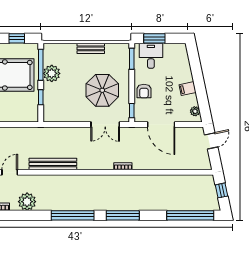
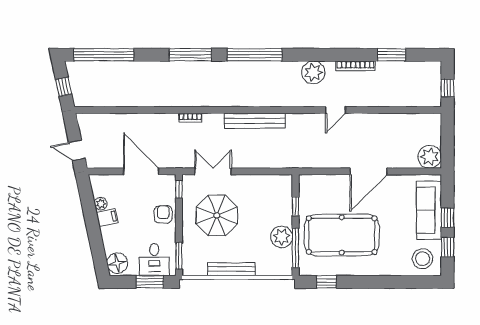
bench: (91, 48) -> (231, 269), width x1.36
floor lamp: (180, 53) -> (117, 263), added
plant: (195, 111) -> (101, 204), moved
door: (211, 141) -> (77, 150), hinge flipped
bench: (53, 164) -> (255, 121), moved

